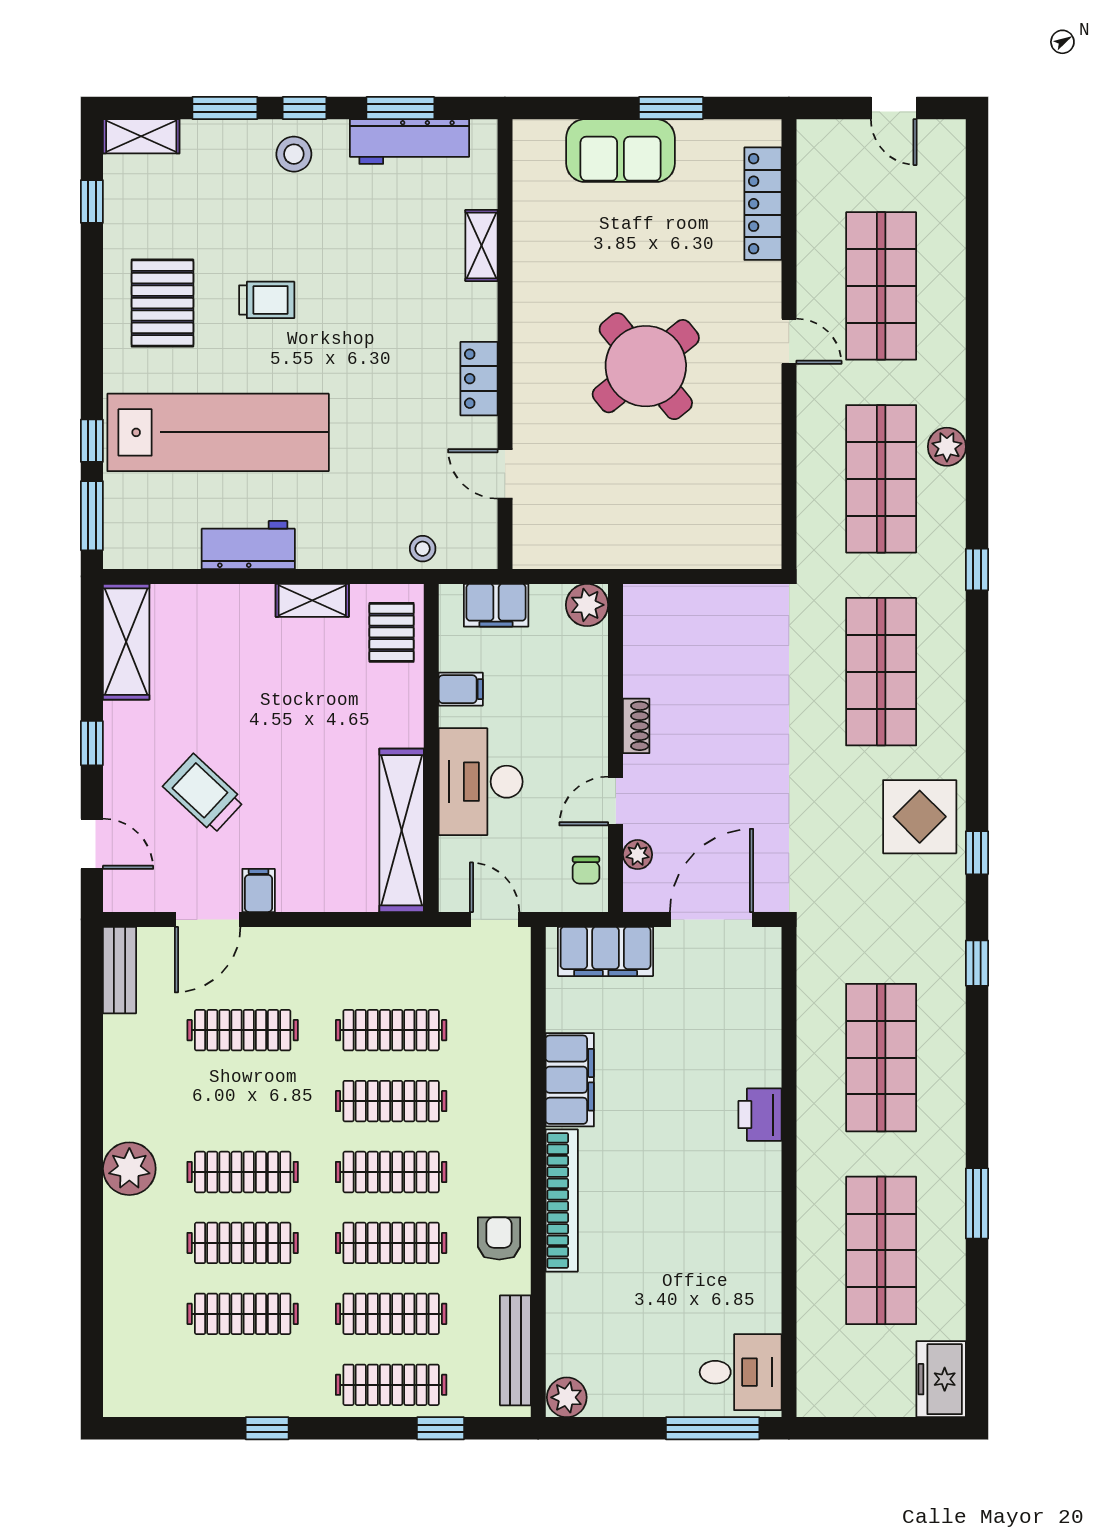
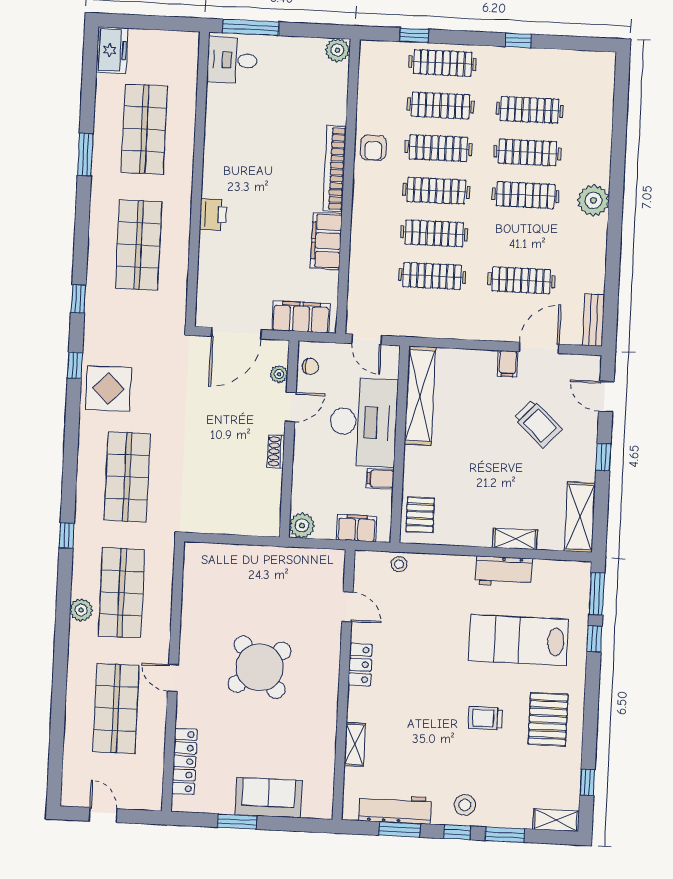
lab bench: (218, 432) -> (518, 640), width x0.73
shelving: (312, 600) -> (515, 539), moved
desk: (481, 782) -> (363, 422), width x1.36, depth x1.30
chair: (586, 870) -> (310, 366), turned 90
bench: (515, 1350) -> (367, 80), removed

